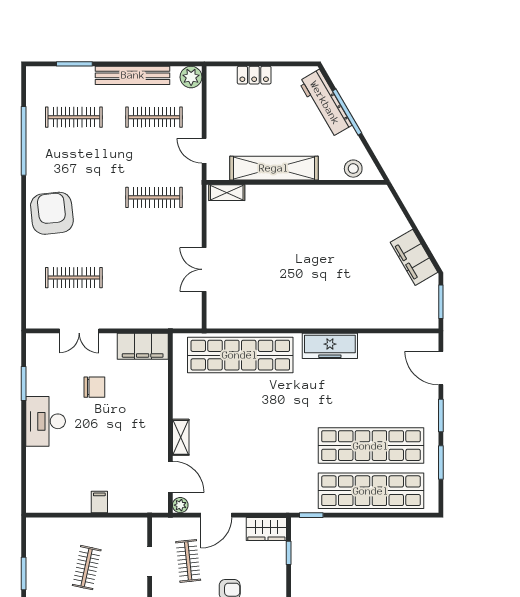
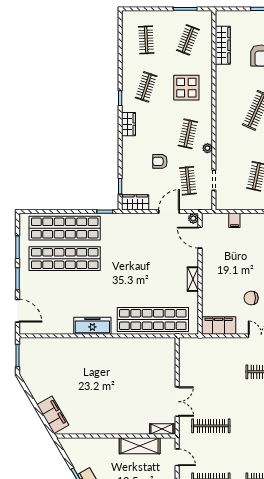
shelving: (274, 168) -> (140, 446), width x0.68
stool: (353, 169) -> (77, 445), removed
filing cabinet: (414, 257) -> (53, 415), moved
double door: (204, 269) -> (177, 402), moved
shelving: (181, 437) -> (193, 279), moved
filing cabinet: (99, 502) -> (234, 220), moved

